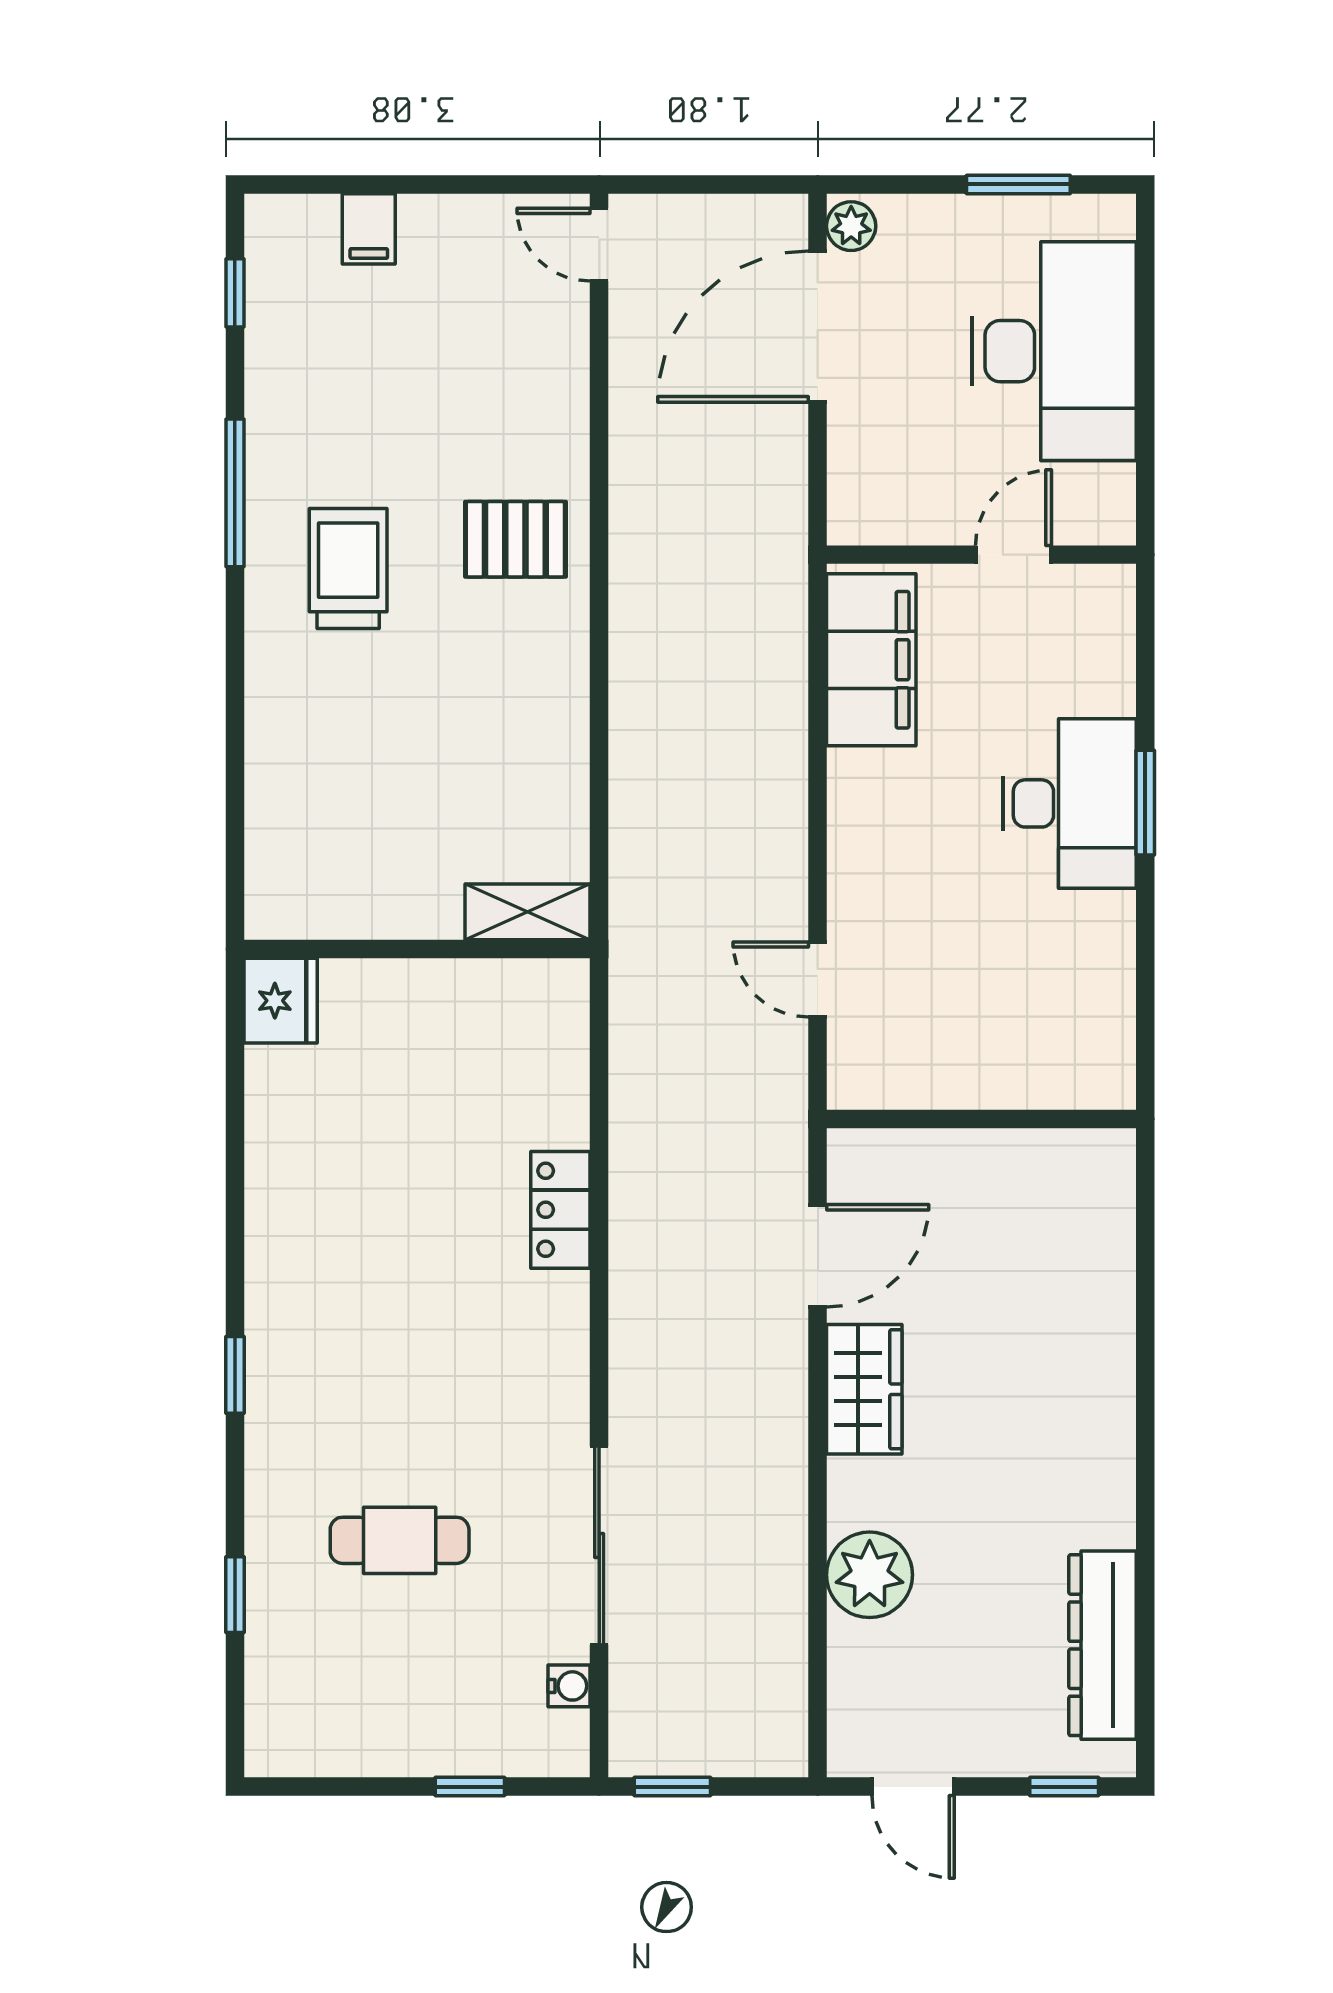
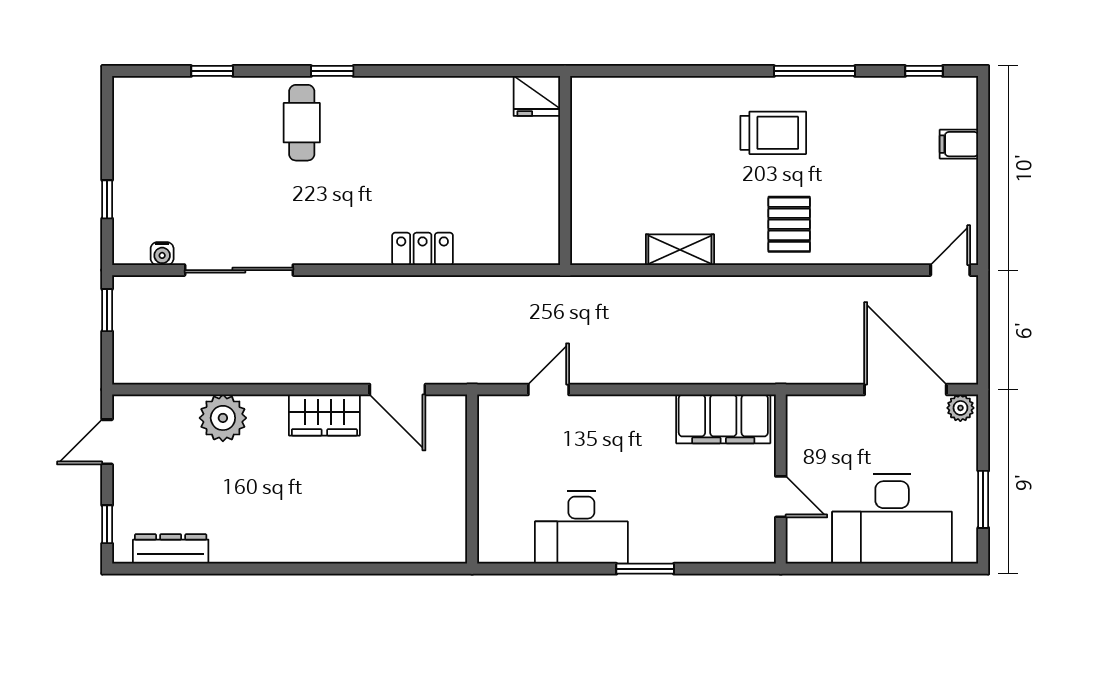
desk: (1069, 803) -> (581, 527), moved
shelving: (528, 912) -> (680, 250), moved, turned 90
cafe table: (400, 1540) -> (302, 123), moved
dresser: (1103, 1645) -> (171, 549), width x0.73, depth x0.80

